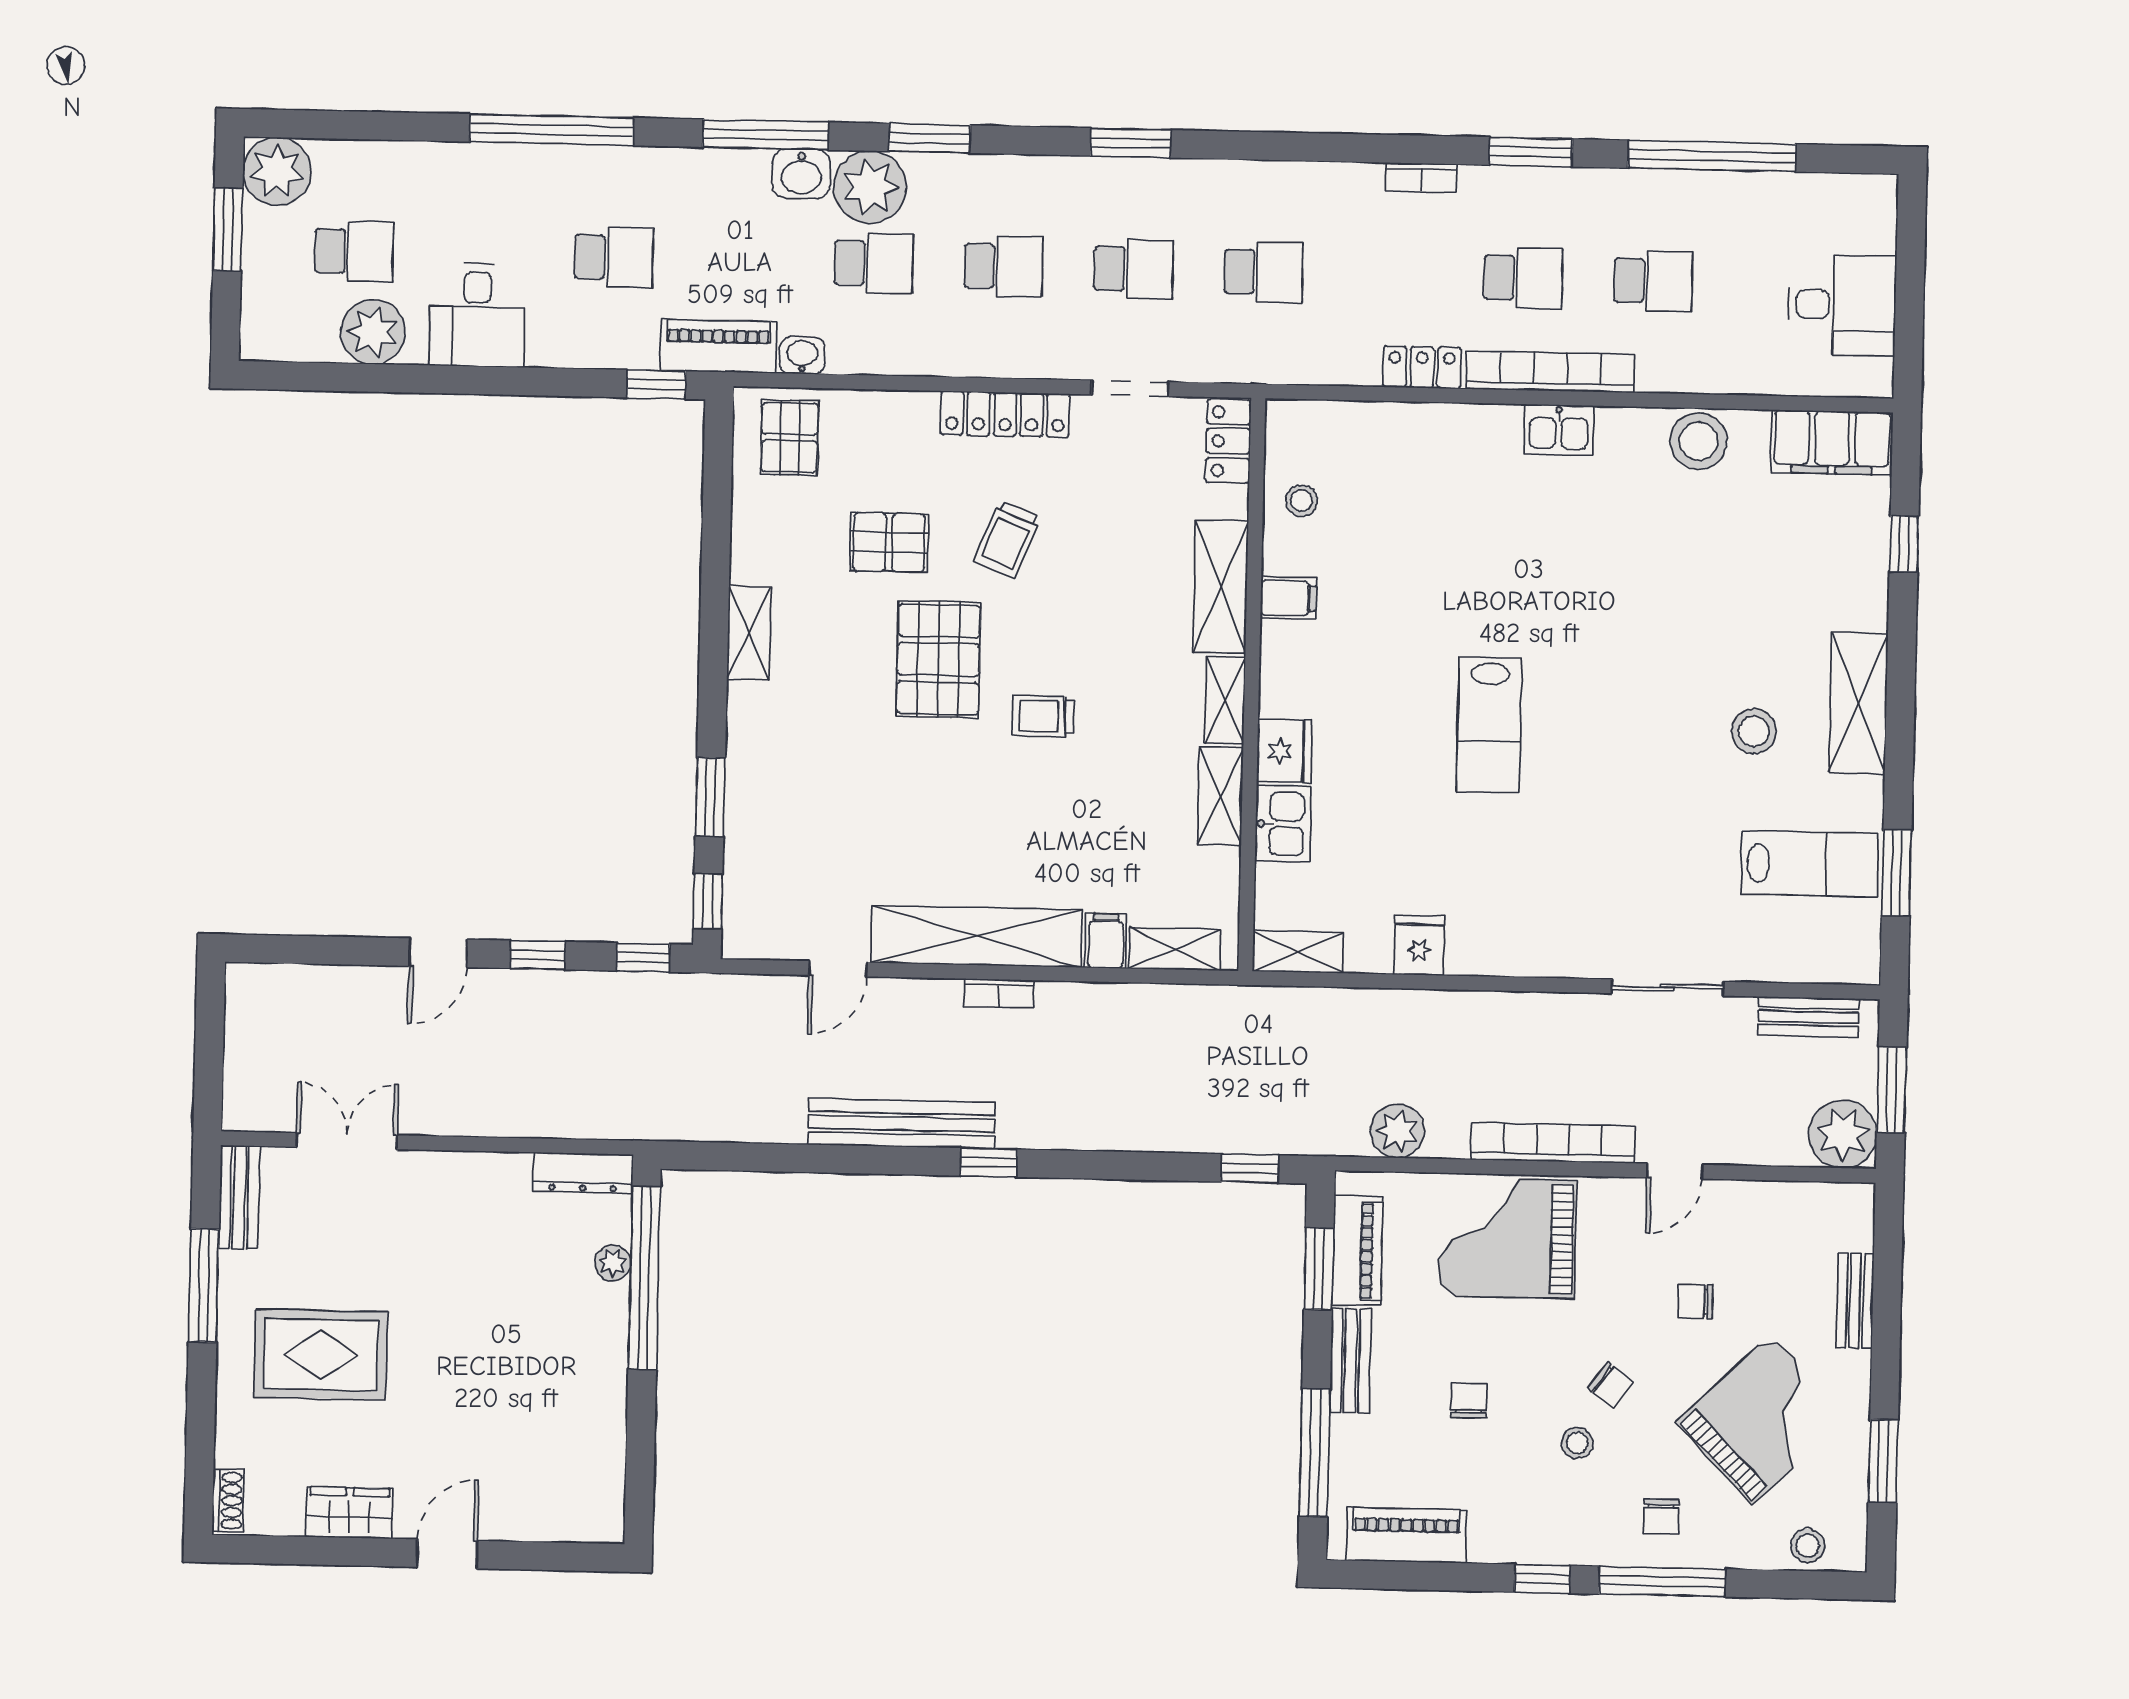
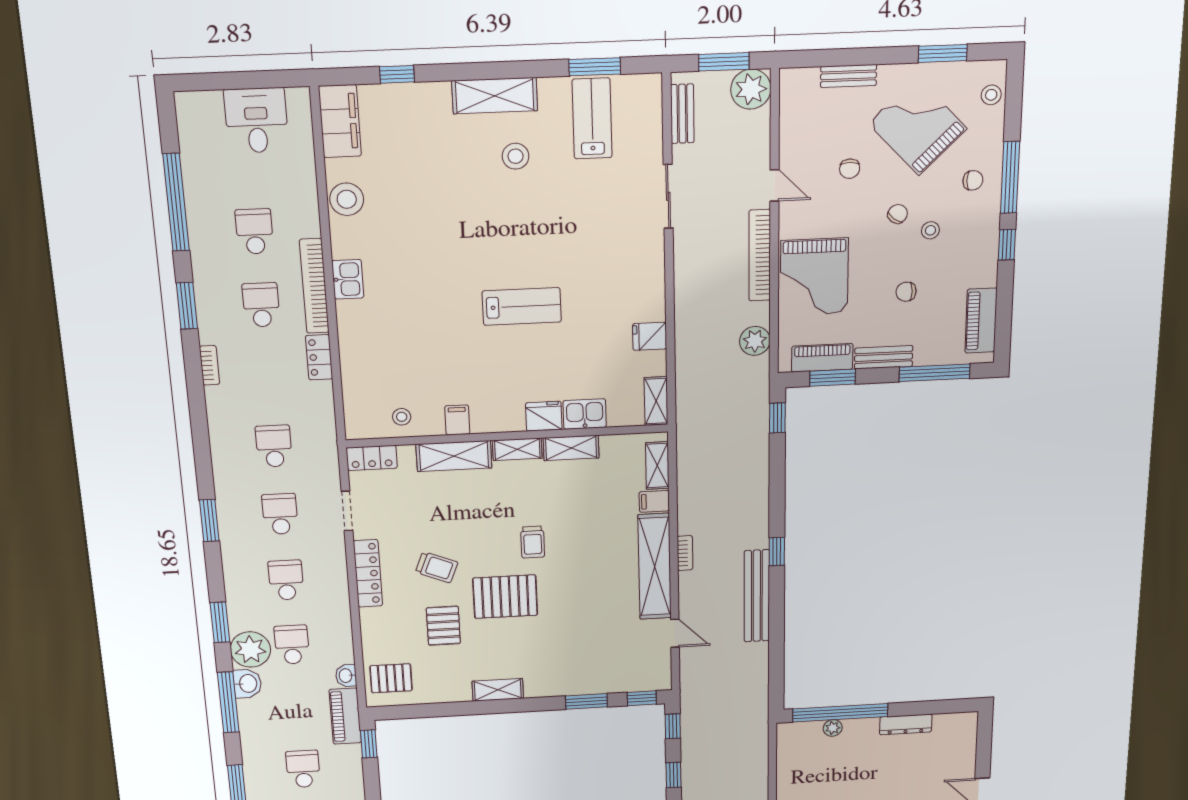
dresser: (583, 1173) -> (906, 724), moved, turned 90

